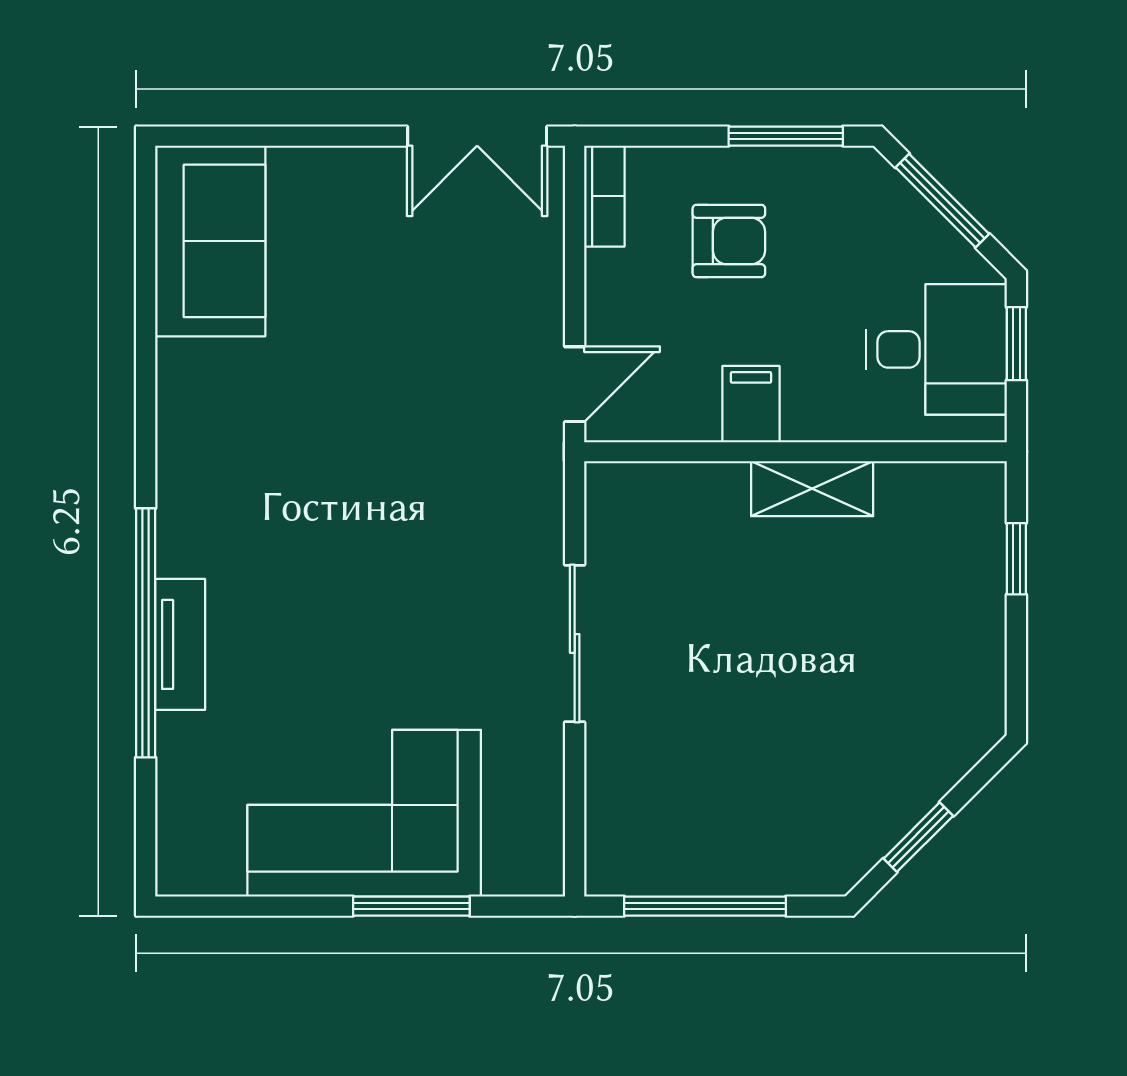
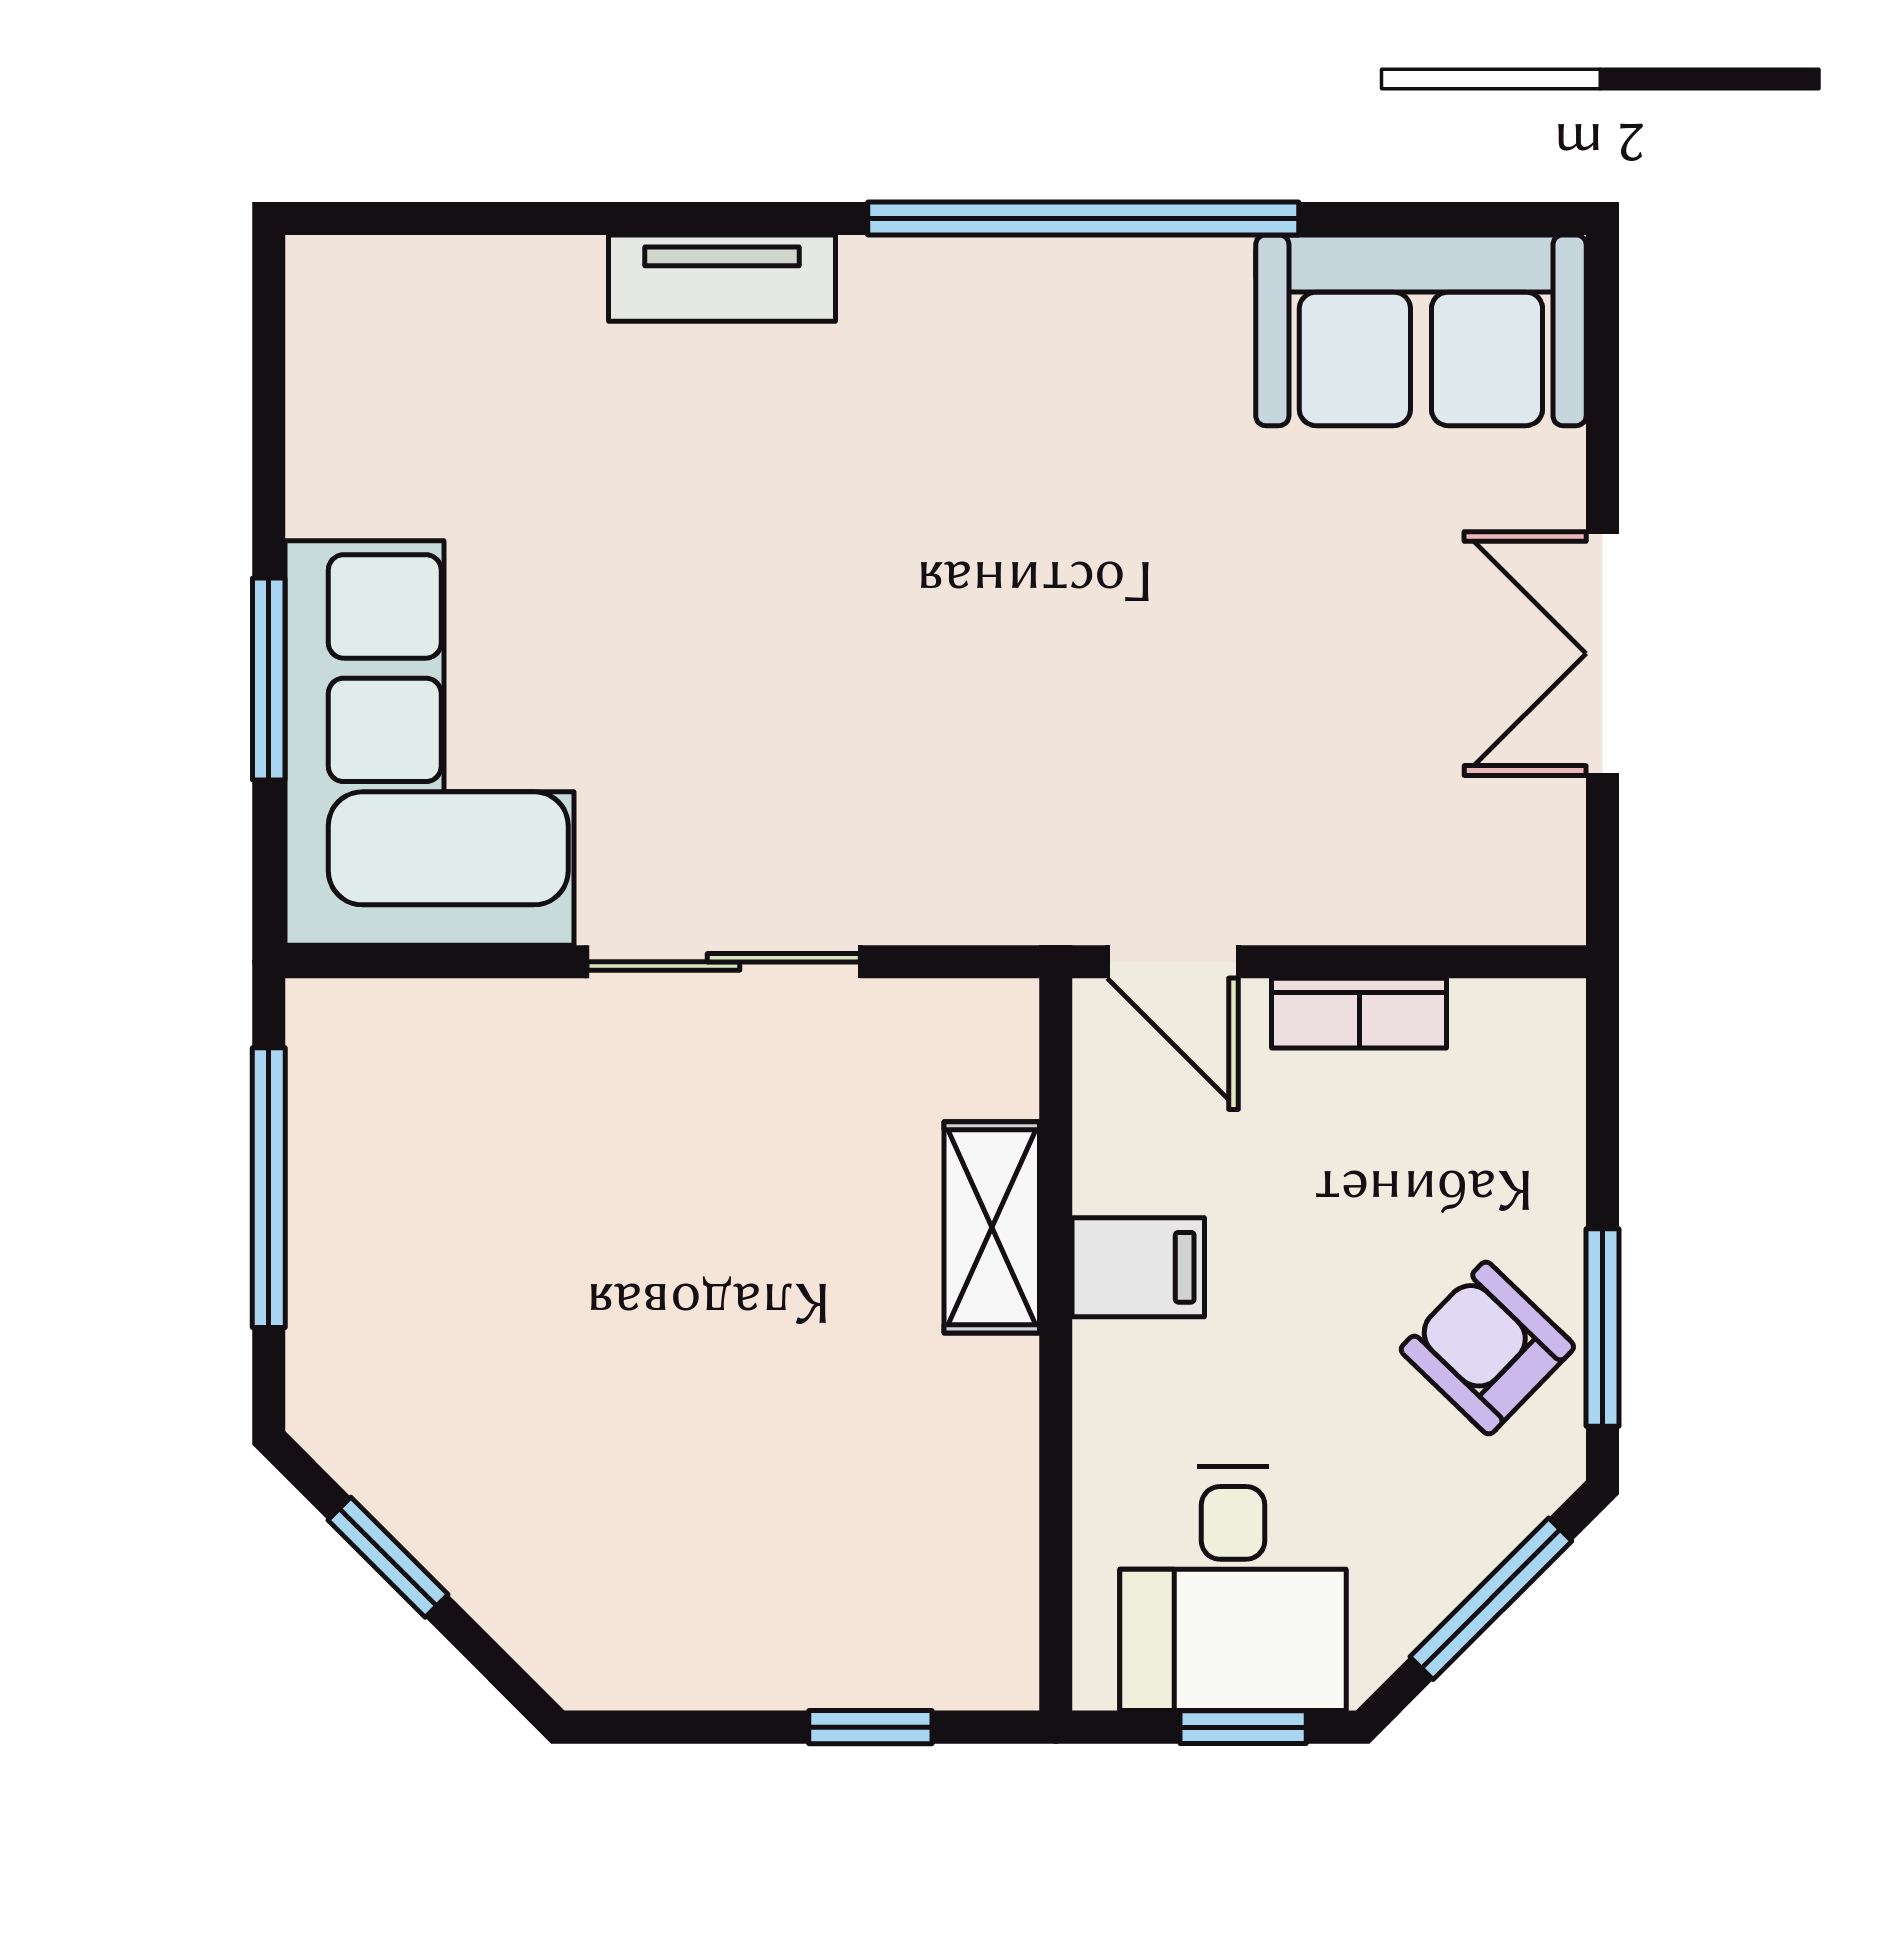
double door: (477, 136) -> (1602, 654), moved
bookcase: (604, 196) -> (1359, 1013), moved
armchair: (729, 241) -> (1487, 1348), moved, turned 134
shelving: (812, 489) -> (992, 1227), moved
window: (146, 633) -> (1083, 218), moved
corner sofa: (364, 813) -> (430, 743), moved

